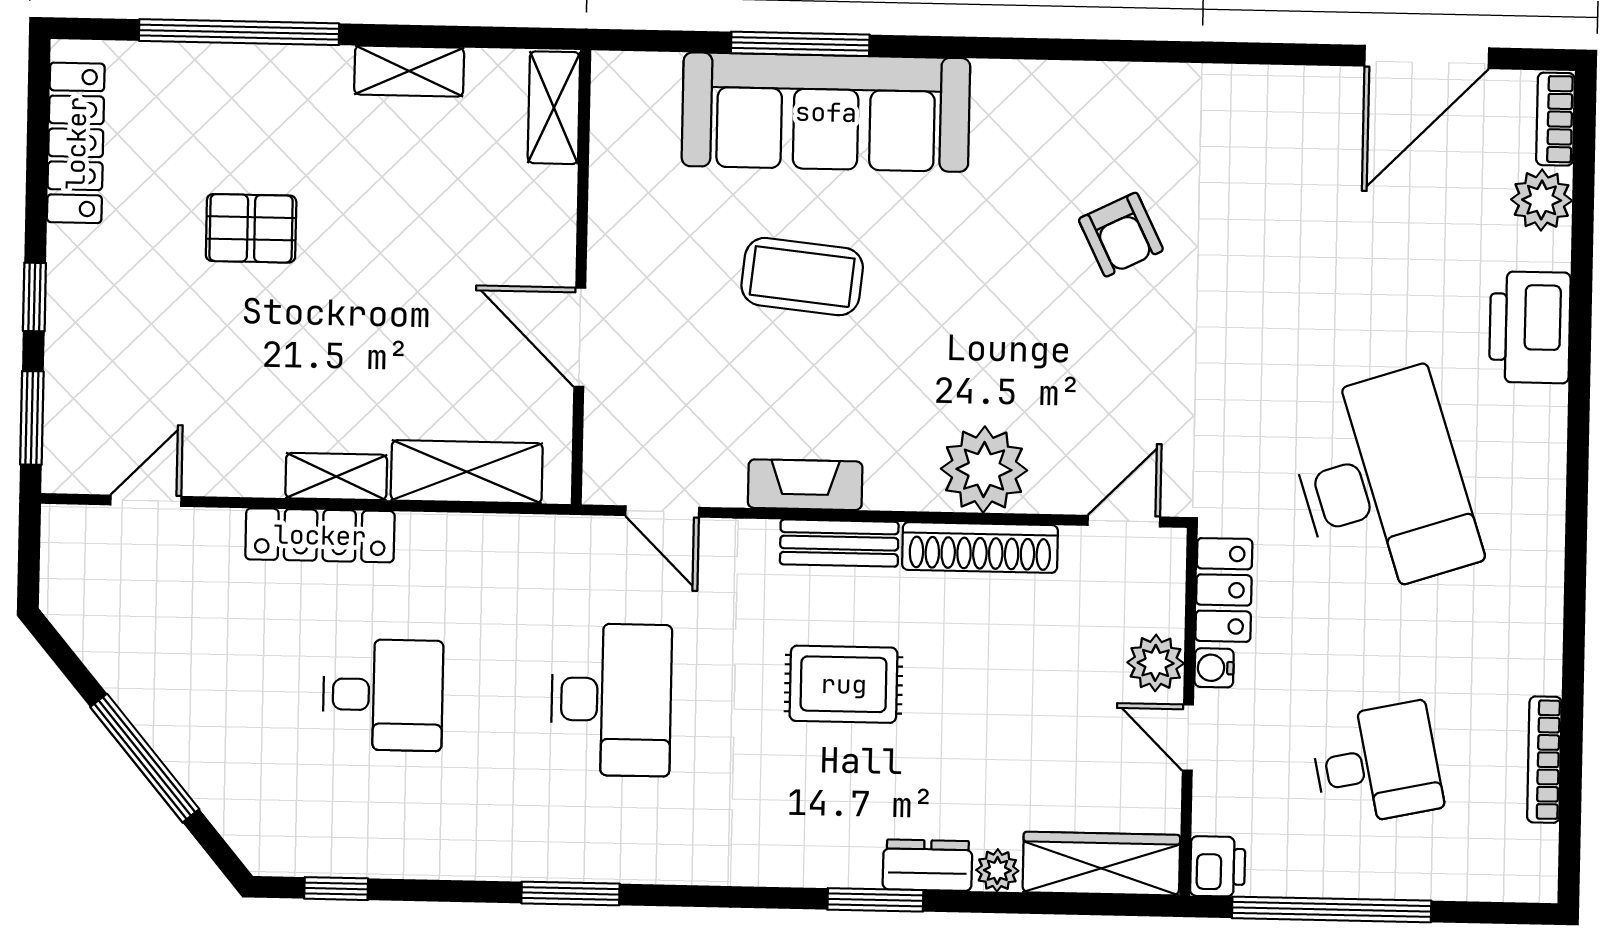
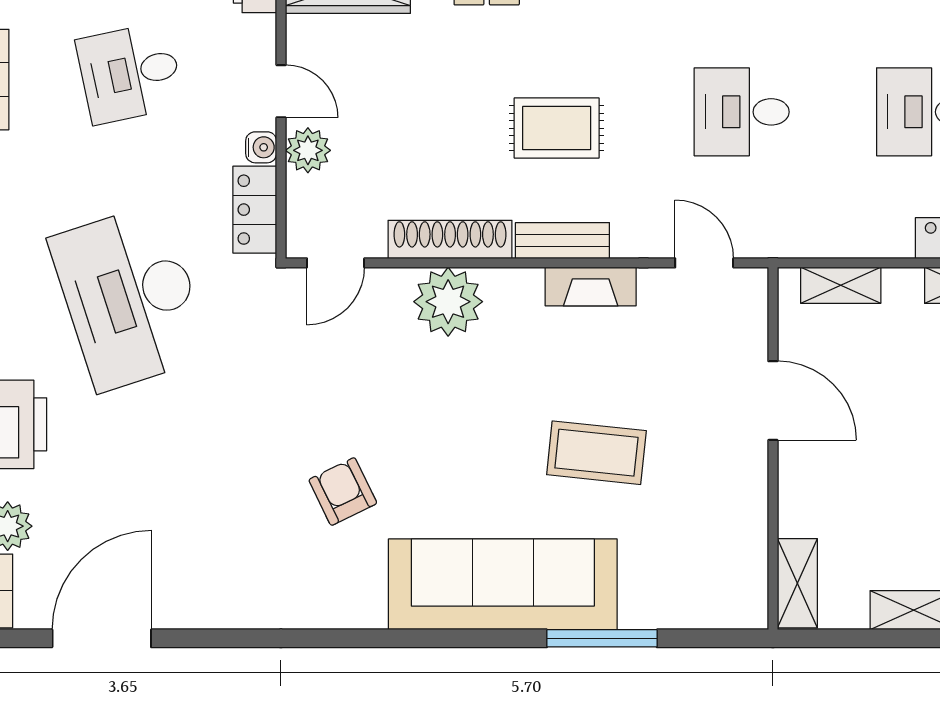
sofa: (826, 112) -> (503, 584), moved
shelving: (467, 472) -> (841, 285), width x0.67, depth x0.75
desk: (611, 700) -> (742, 112), width x0.73

